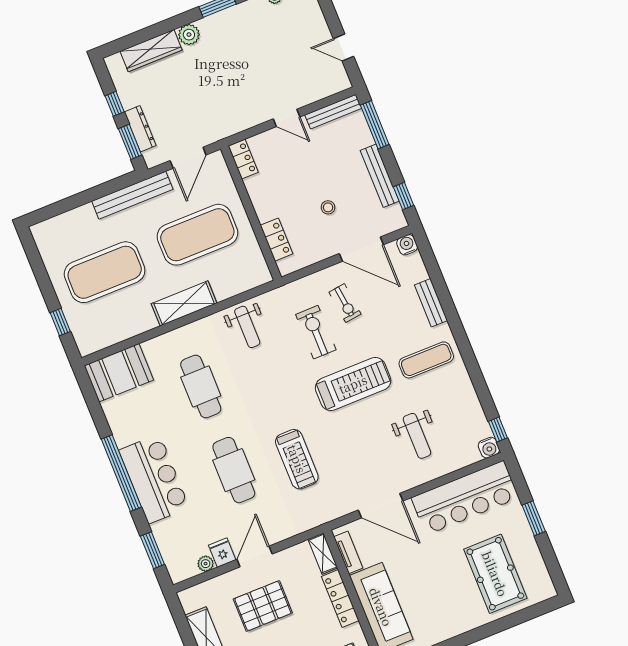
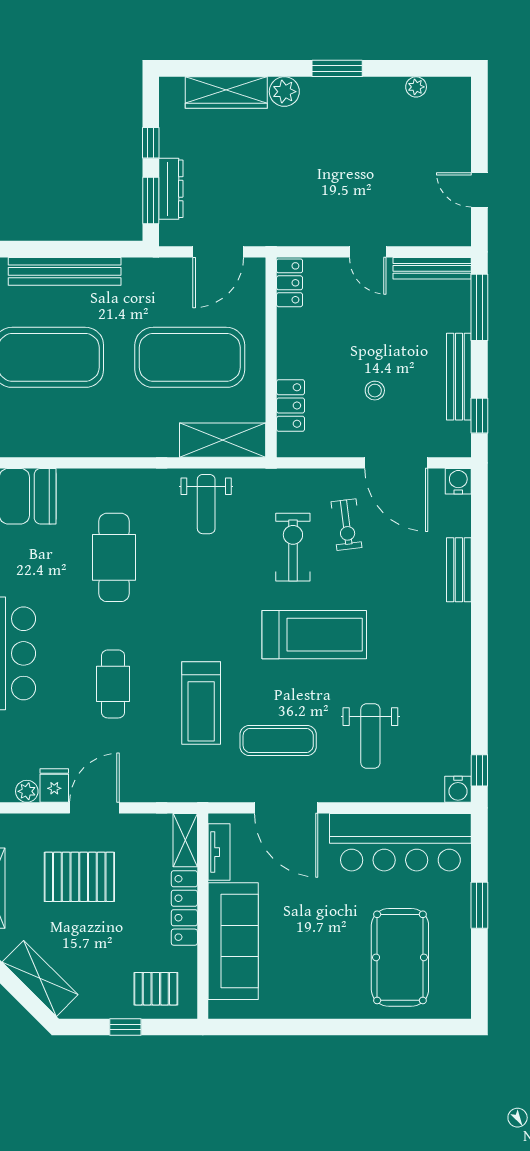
bench: (132, 195) -> (65, 271), moved
shelving: (184, 303) -> (223, 440), moved
exercise mat: (426, 360) -> (278, 741), moved
cafe table: (234, 470) -> (113, 684), width x0.73, depth x0.74

